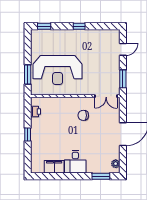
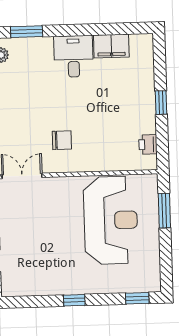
reception desk: (58, 70) -> (111, 220), turned 90

